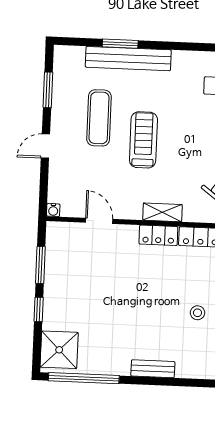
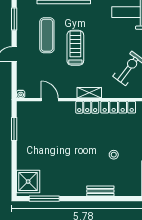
window: (39, 309) -> (14, 157), removed
bench: (153, 369) -> (100, 191), moved
window: (84, 378) -> (44, 199), width x0.68

